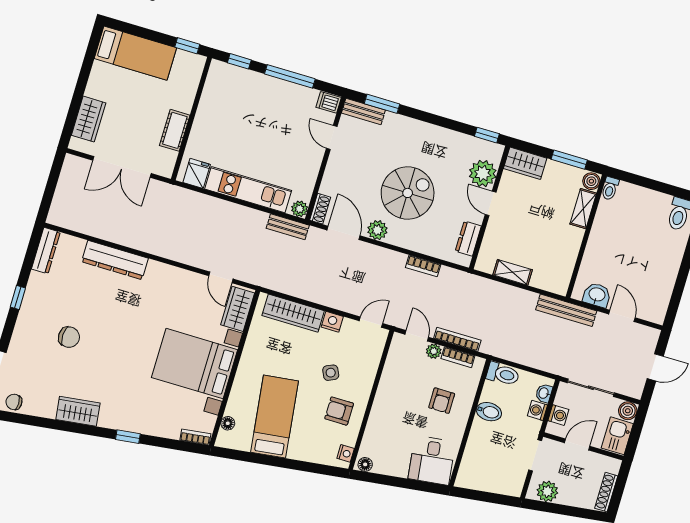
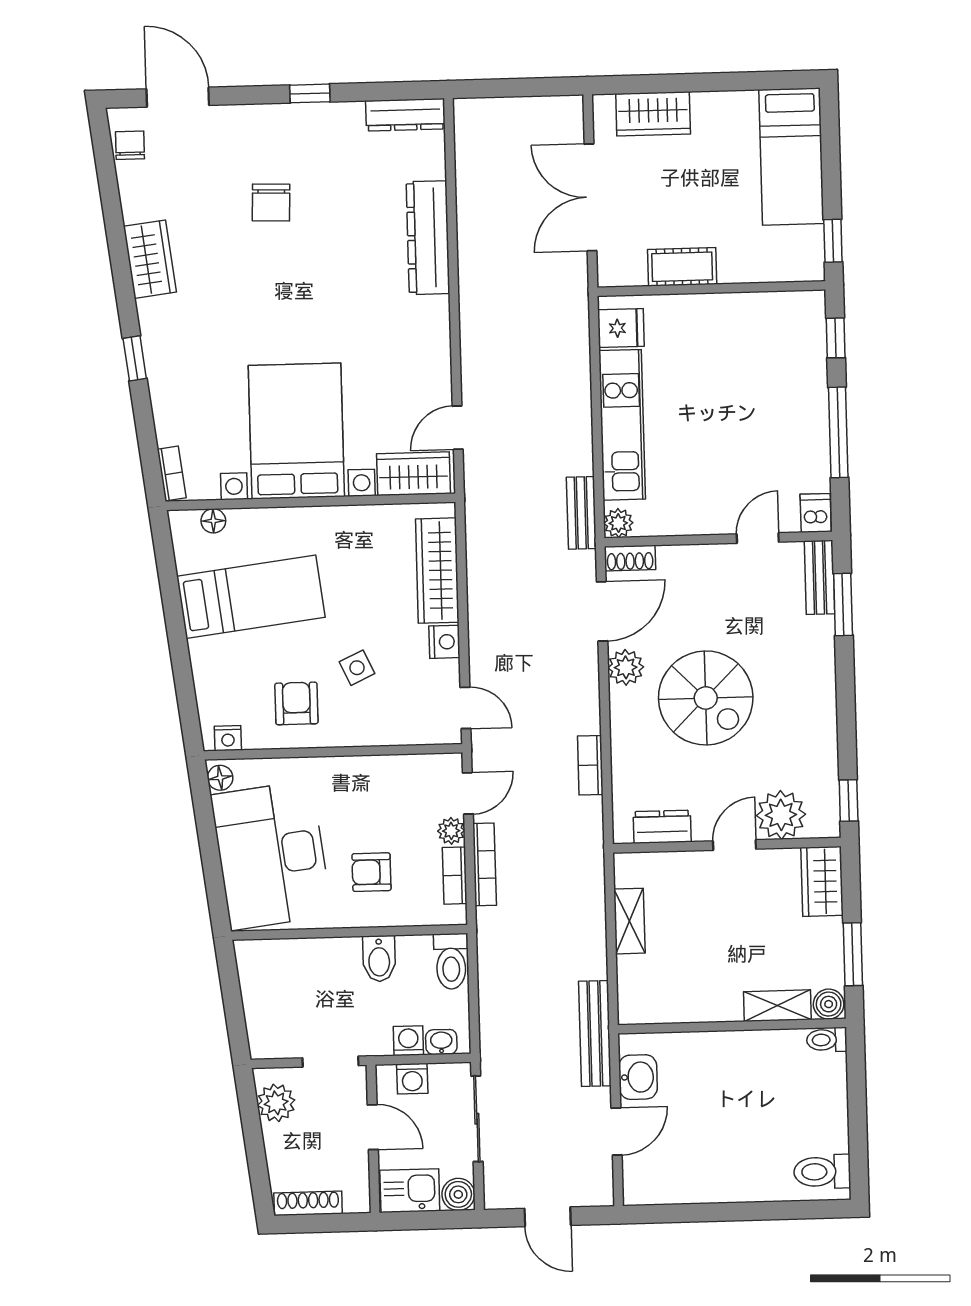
desk: (432, 460) -> (271, 855), width x1.87, depth x1.30

